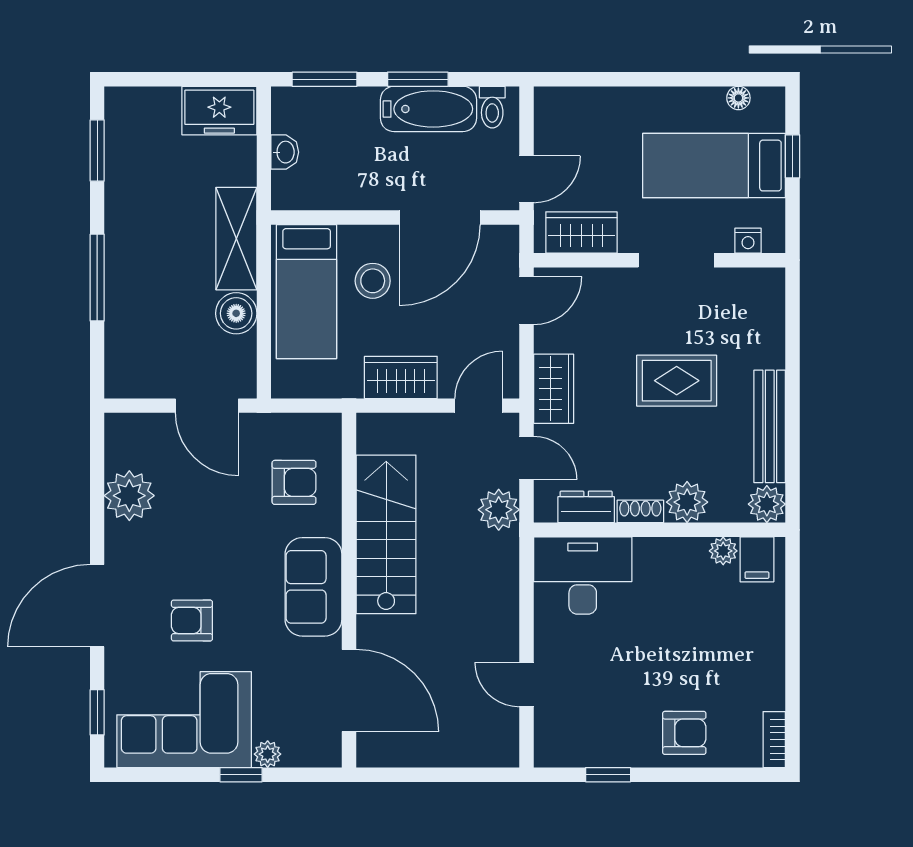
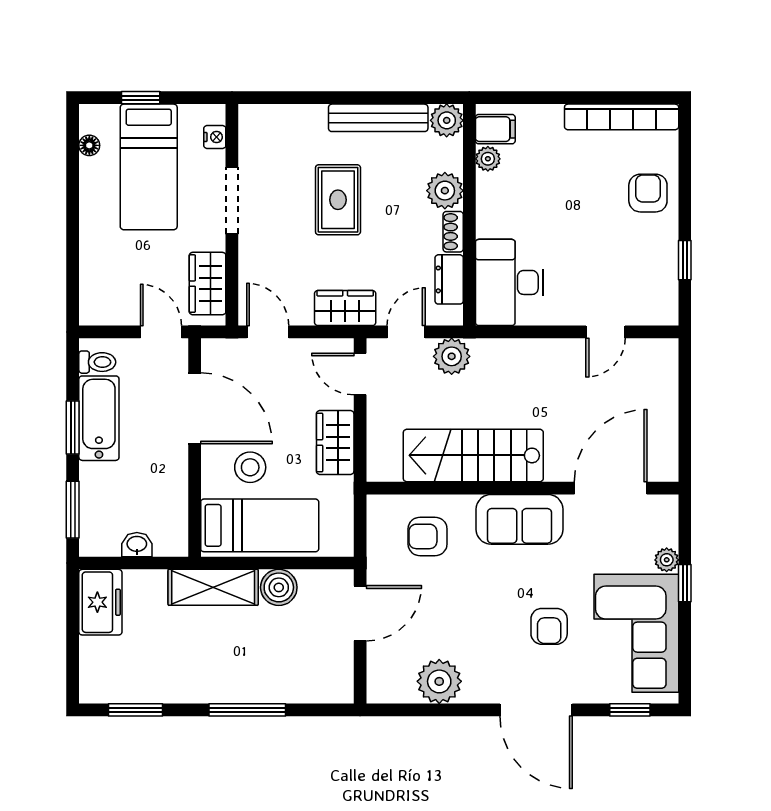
armchair: (294, 482) -> (428, 536), turned -90
bookcase: (774, 740) -> (622, 117), width x2.31, depth x1.31

